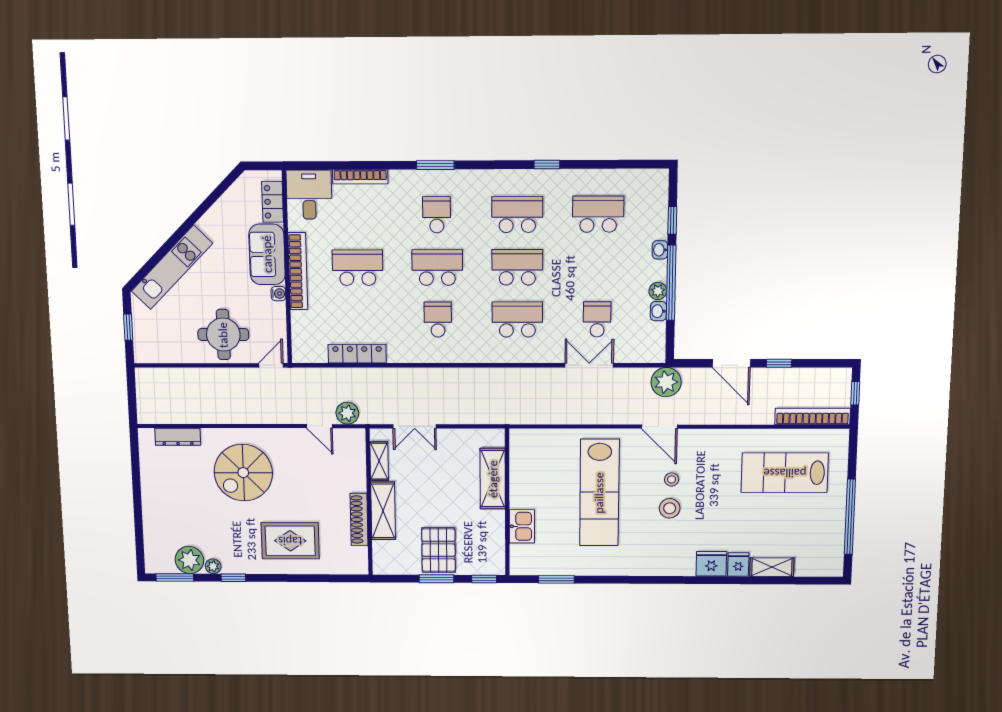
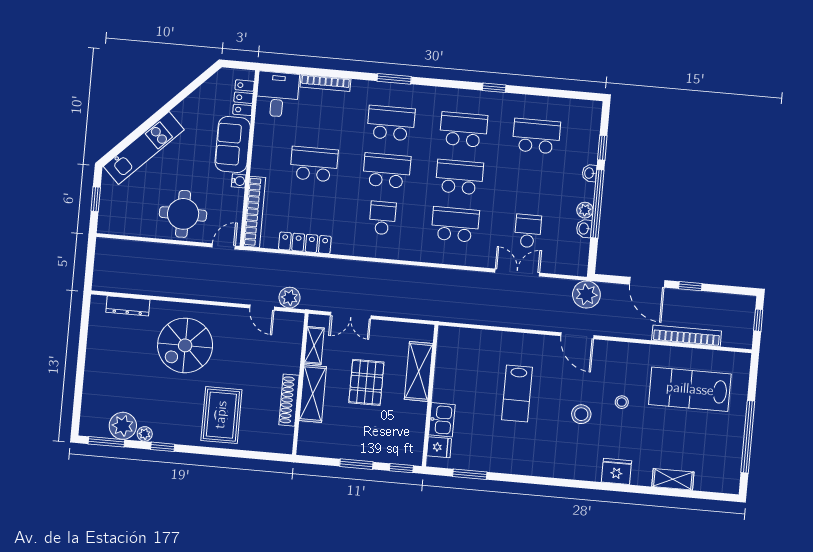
school desk: (437, 215) -> (391, 123), width x1.85
bookcase: (298, 271) -> (255, 212), moved
bookcase: (813, 417) -> (687, 336), moved
stool: (672, 479) -> (622, 402), moved
lab bench: (599, 493) -> (517, 393), width x0.54, depth x0.72
rug: (290, 541) -> (221, 415), turned 90
pallet: (439, 550) -> (366, 382), moved
fridge: (738, 564) -> (439, 447), moved, turned 90

